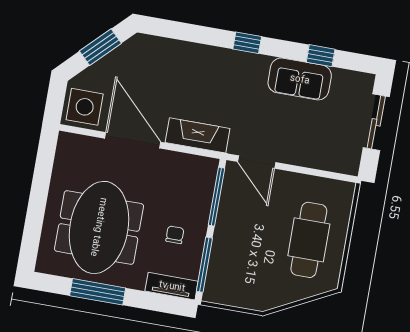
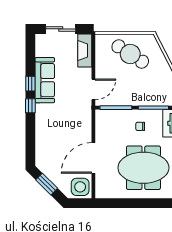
window: (321, 56) -> (30, 84), moved
sofa: (300, 79) -> (45, 80), width x1.36
fireplace: (198, 135) -> (85, 50), moved
cafe table: (309, 240) -> (130, 54), turned 33

